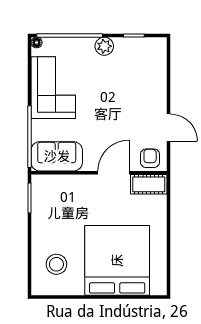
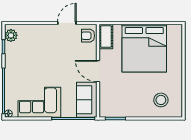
plant: (104, 46) -> (11, 35), moved
door: (113, 173) -> (98, 71), moved
bed: (117, 260) -> (144, 48), moved, turned -90

